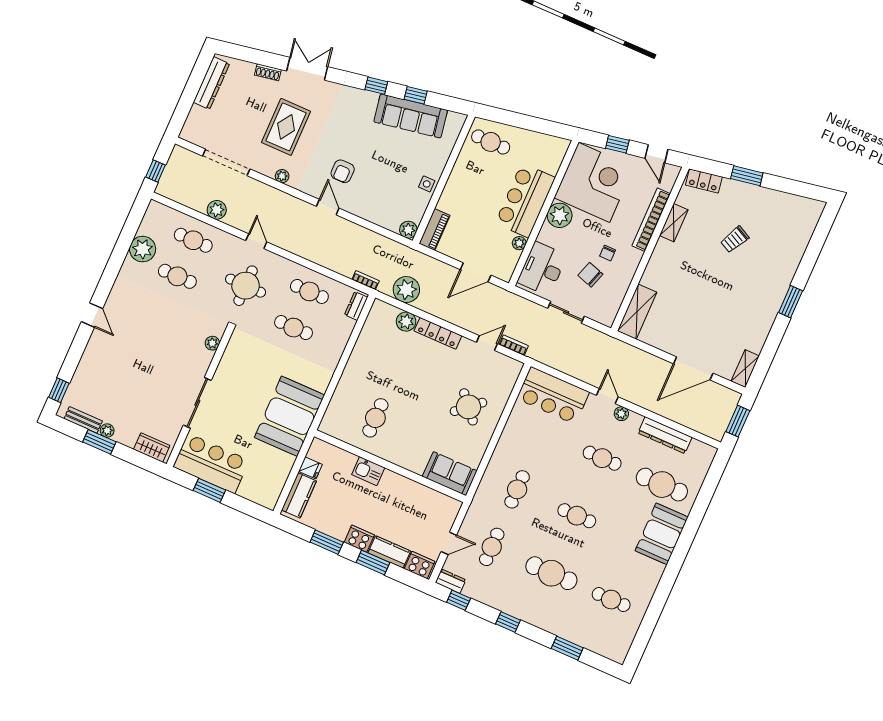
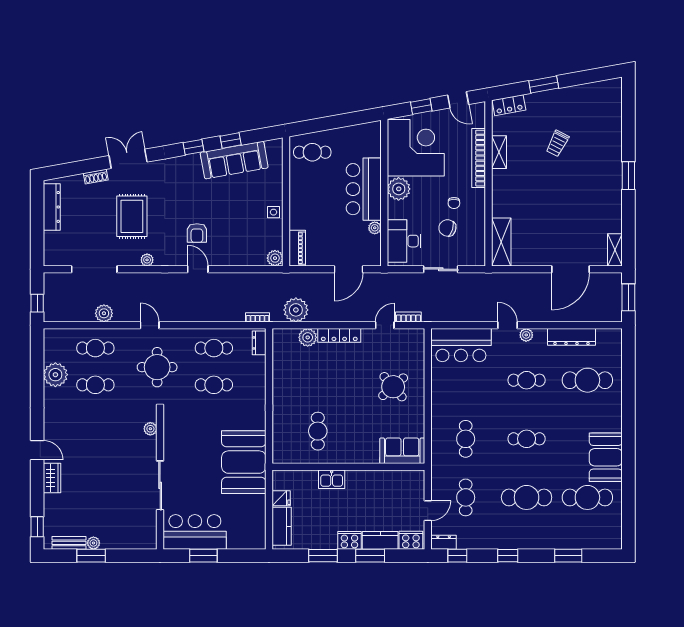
wardrobe: (152, 448) -> (52, 478), moved, turned 90
booth: (662, 534) -> (606, 457), moved
cafe table: (611, 600) -> (587, 497), width x1.37, depth x1.35

